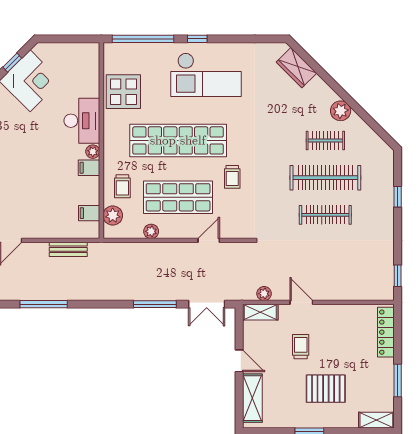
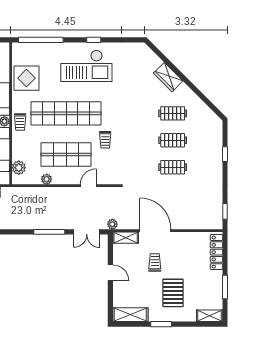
window: (197, 39) -> (94, 40), moved
wardrobe: (296, 68) -> (168, 77), moved
plant: (341, 111) -> (184, 92), removed
clothes rail: (325, 178) -> (173, 140), width x0.54, depth x0.76
trolley: (122, 186) -> (20, 122), moved
clothes rail: (325, 215) -> (173, 167), width x0.73
plant: (264, 294) -> (112, 224), moved
door: (301, 302) -> (155, 231), width x1.87
pallet: (326, 389) -> (173, 293), turned 90
shelving: (252, 398) -> (130, 315), moved, turned 90

